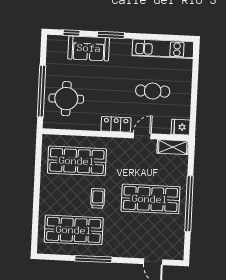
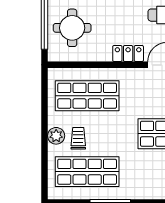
plant: (47, 196) -> (56, 136), added
trolley: (98, 198) -> (78, 138), moved

